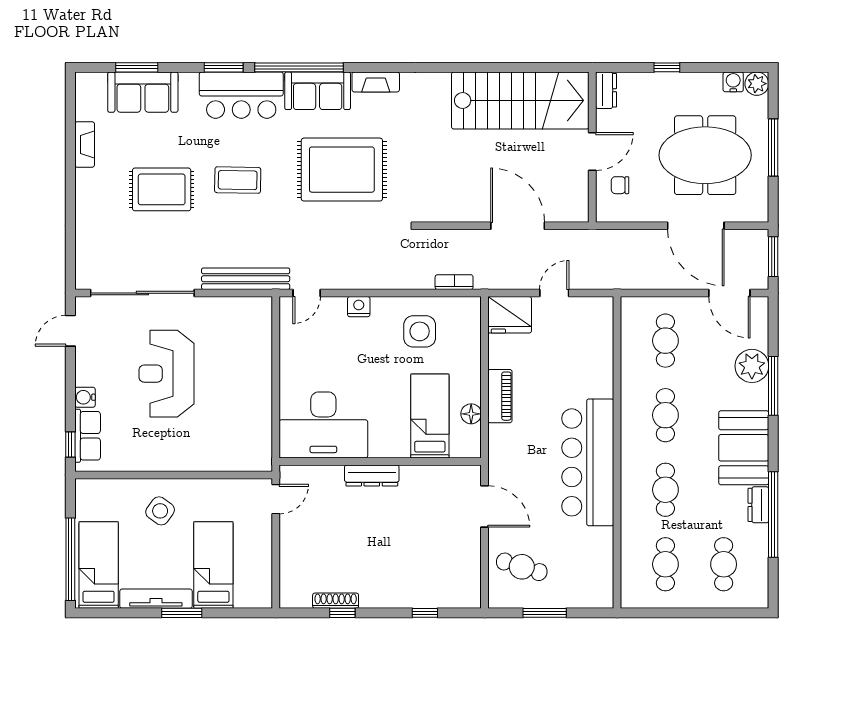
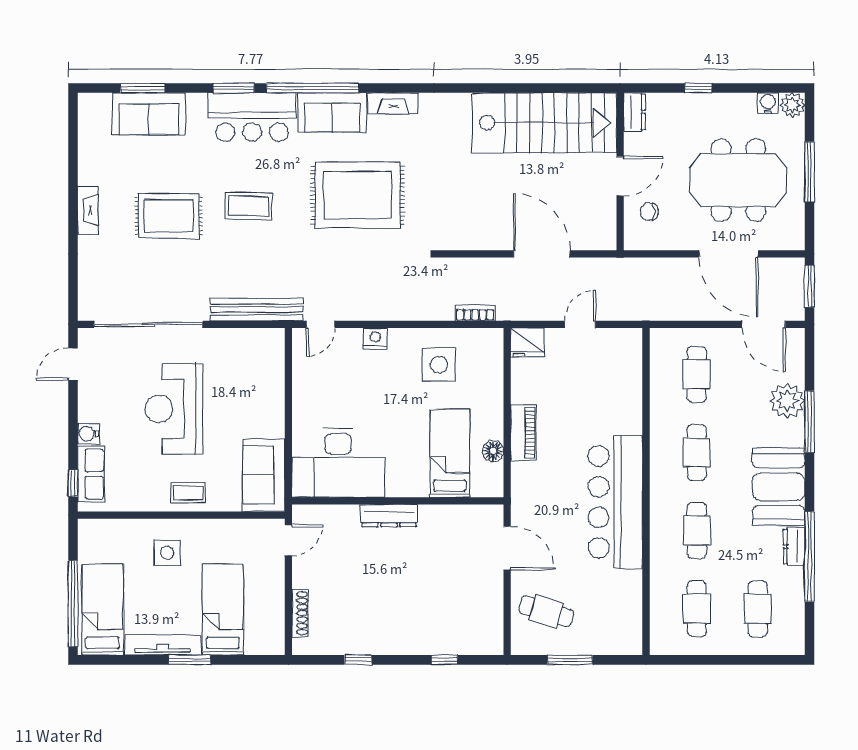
fireplace: (85, 144) -> (88, 210), moved
fridge: (510, 315) -> (527, 342), width x0.73, depth x0.75
sofa: (252, 437) -> (264, 475), added
coffee table: (180, 454) -> (188, 493), added
side table: (160, 511) -> (167, 553), turned -36
shoe rack: (336, 601) -> (300, 613), moved, turned 90

